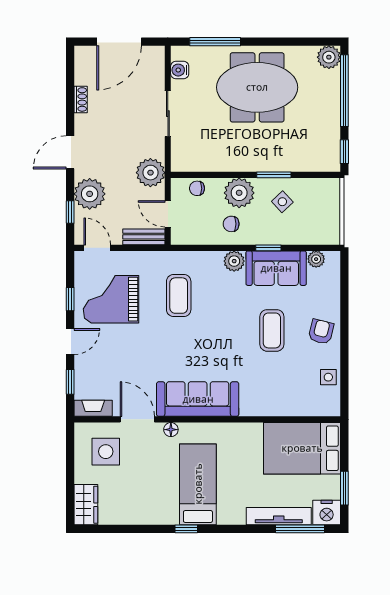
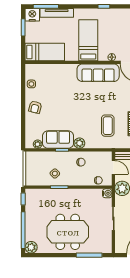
water cooler: (180, 70) -> (107, 193), moved
plant: (239, 193) -> (77, 178), removed
coffee table: (272, 330) -> (60, 108), removed
bed: (302, 448) -> (45, 52), width x0.67
bed: (198, 484) -> (88, 40), moved, turned 180

